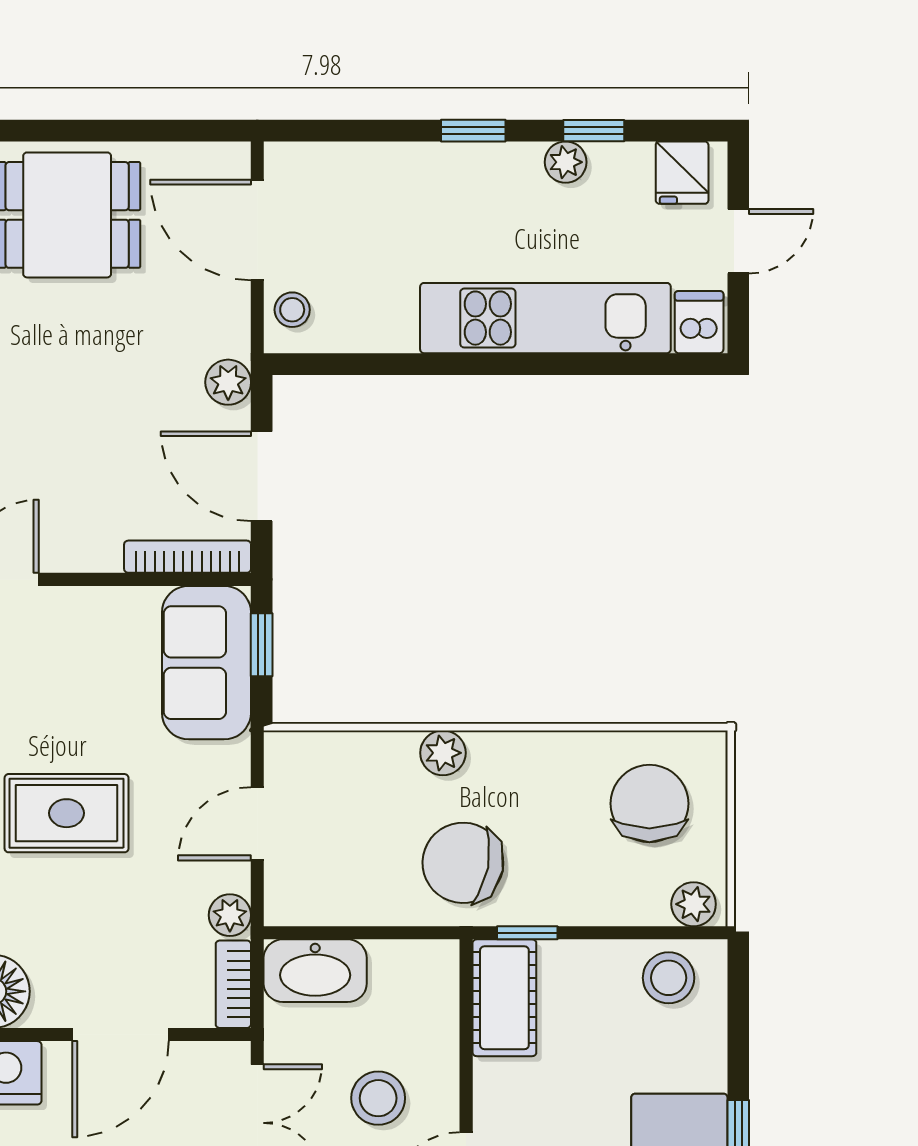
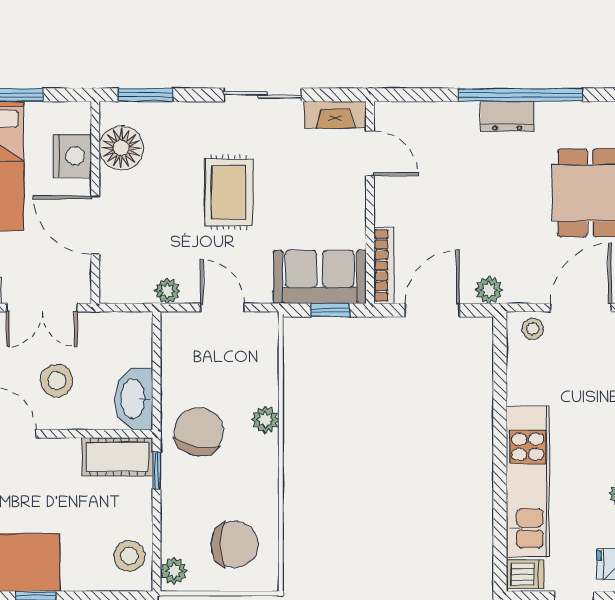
washbasin: (315, 971) -> (134, 399), moved
bookcase: (233, 984) -> (126, 293), removed

